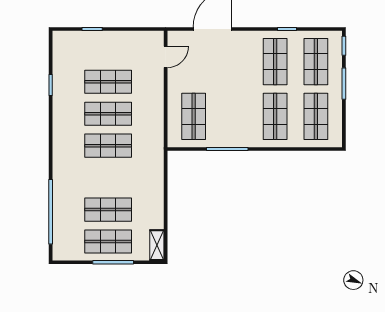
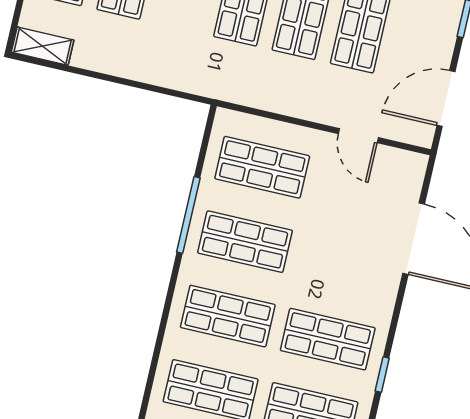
door: (136, 29) -> (446, 99), added
door: (166, 57) -> (358, 136), moved
shop shelf: (234, 116) -> (245, 242), added

